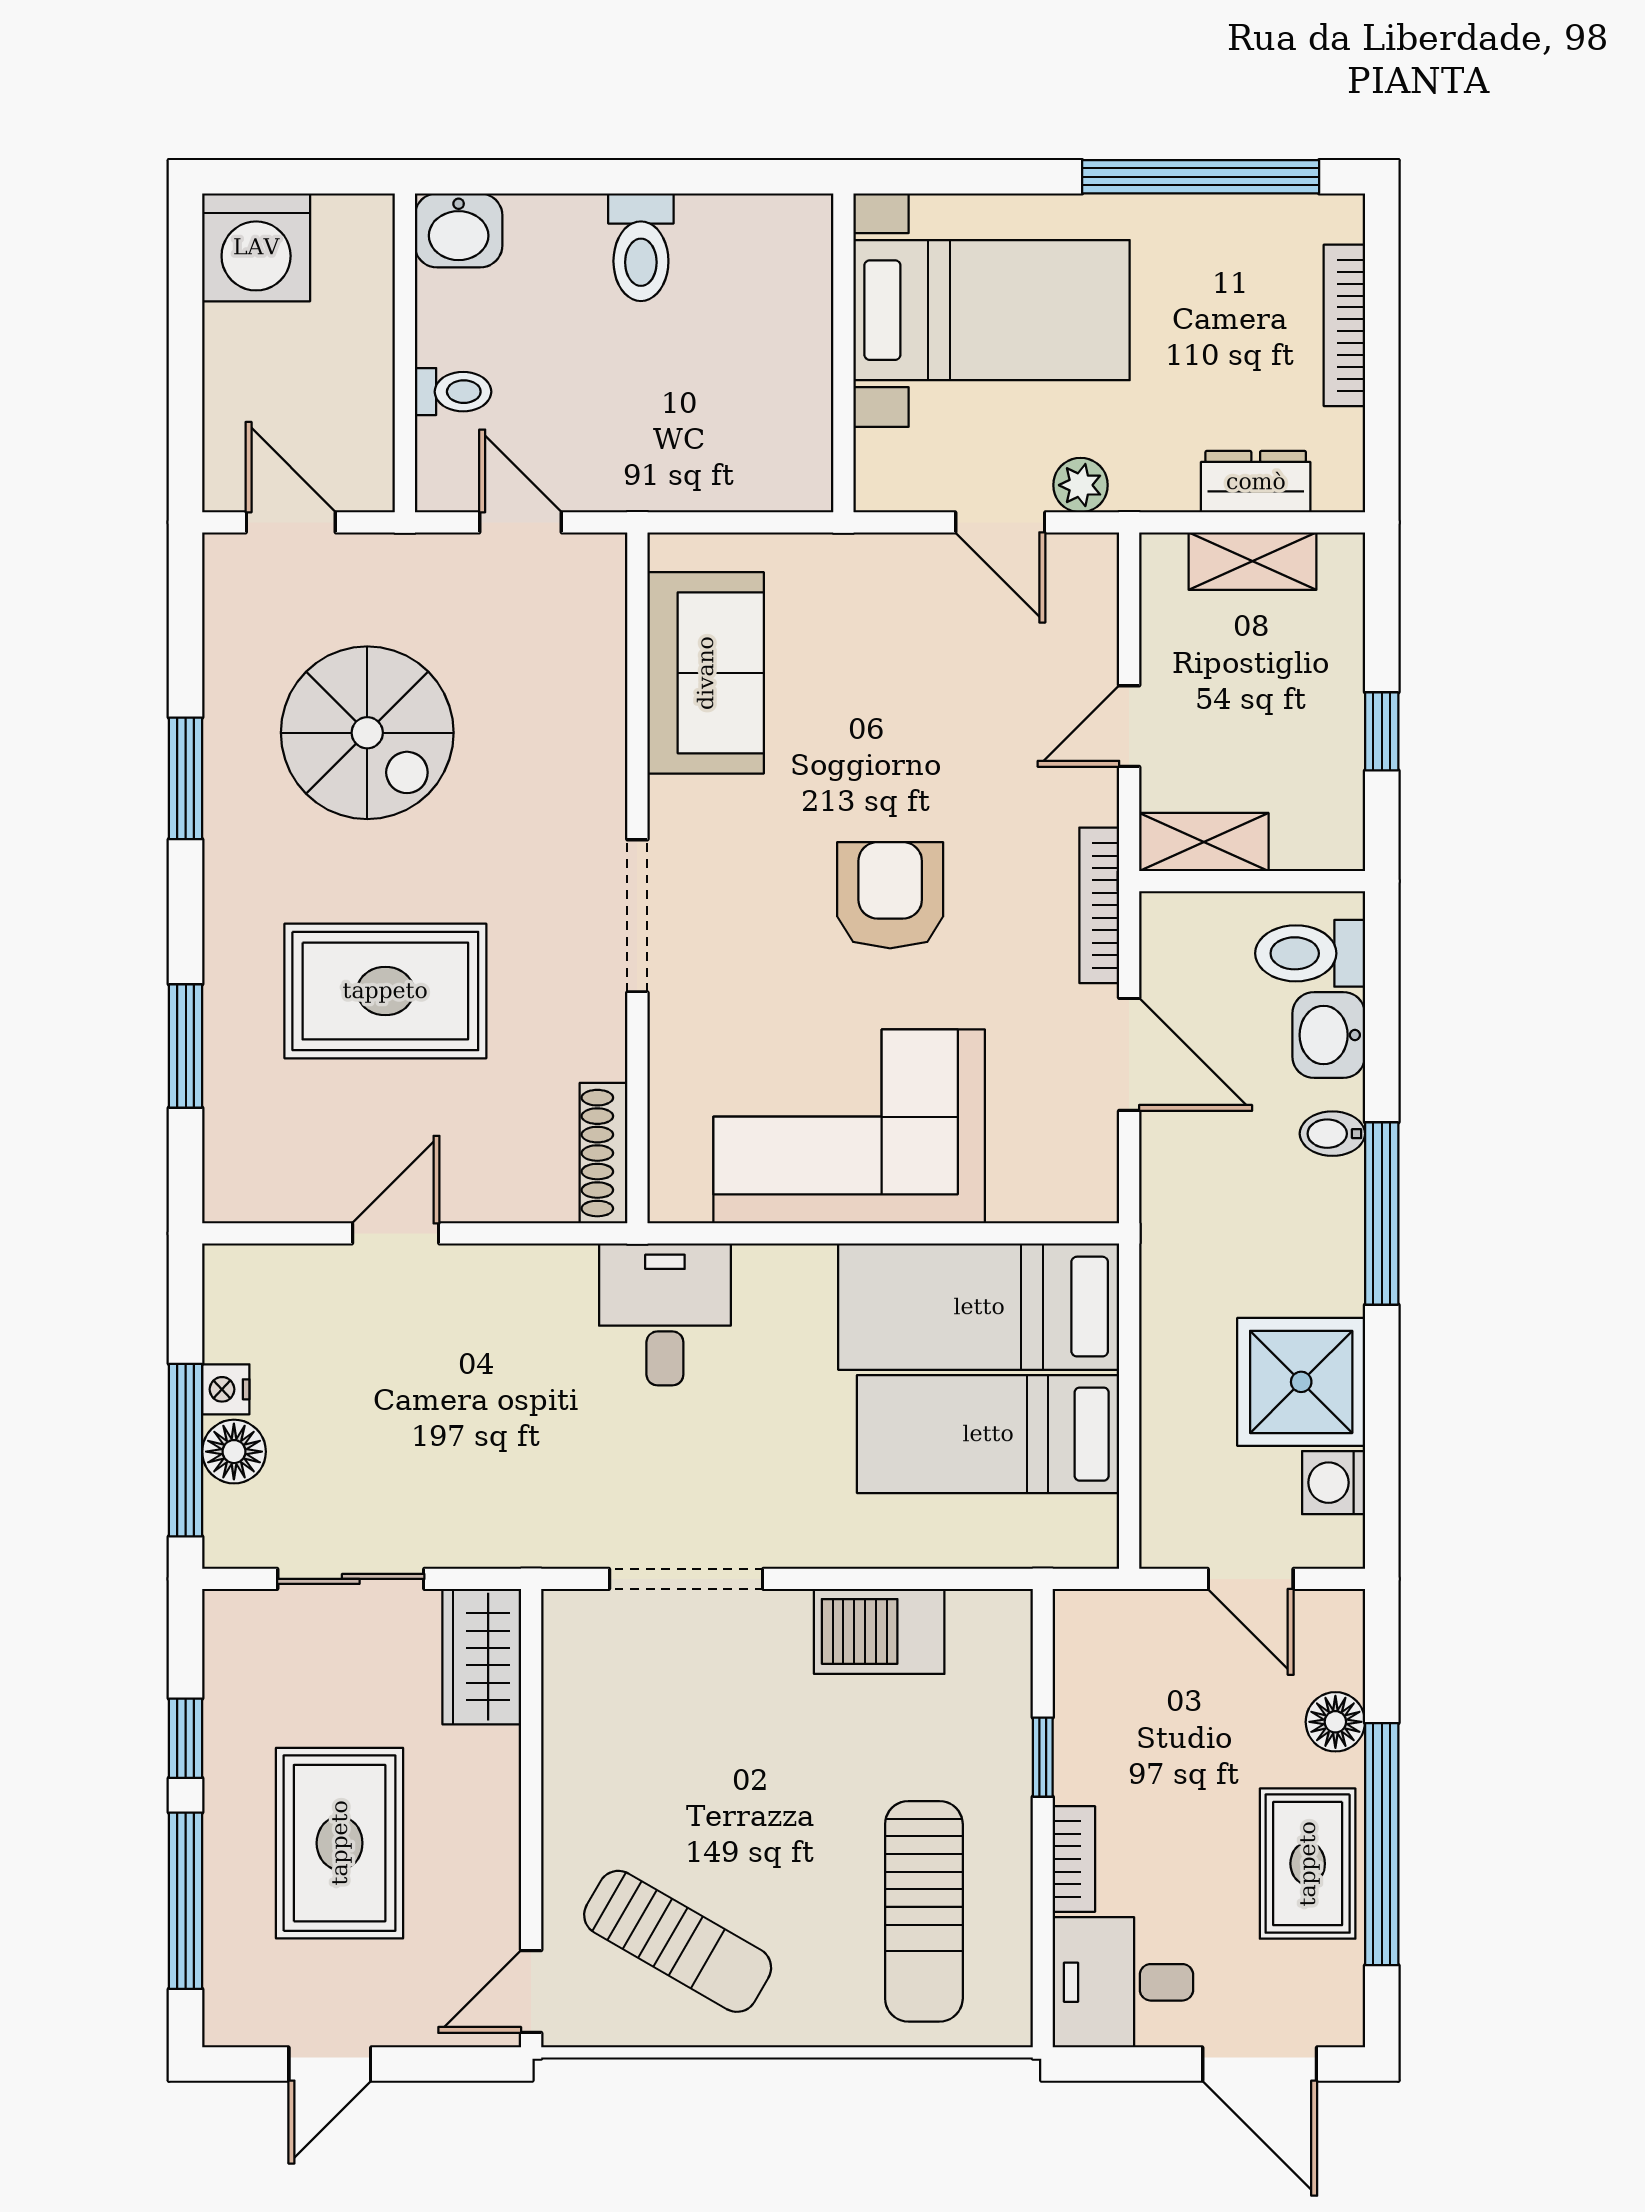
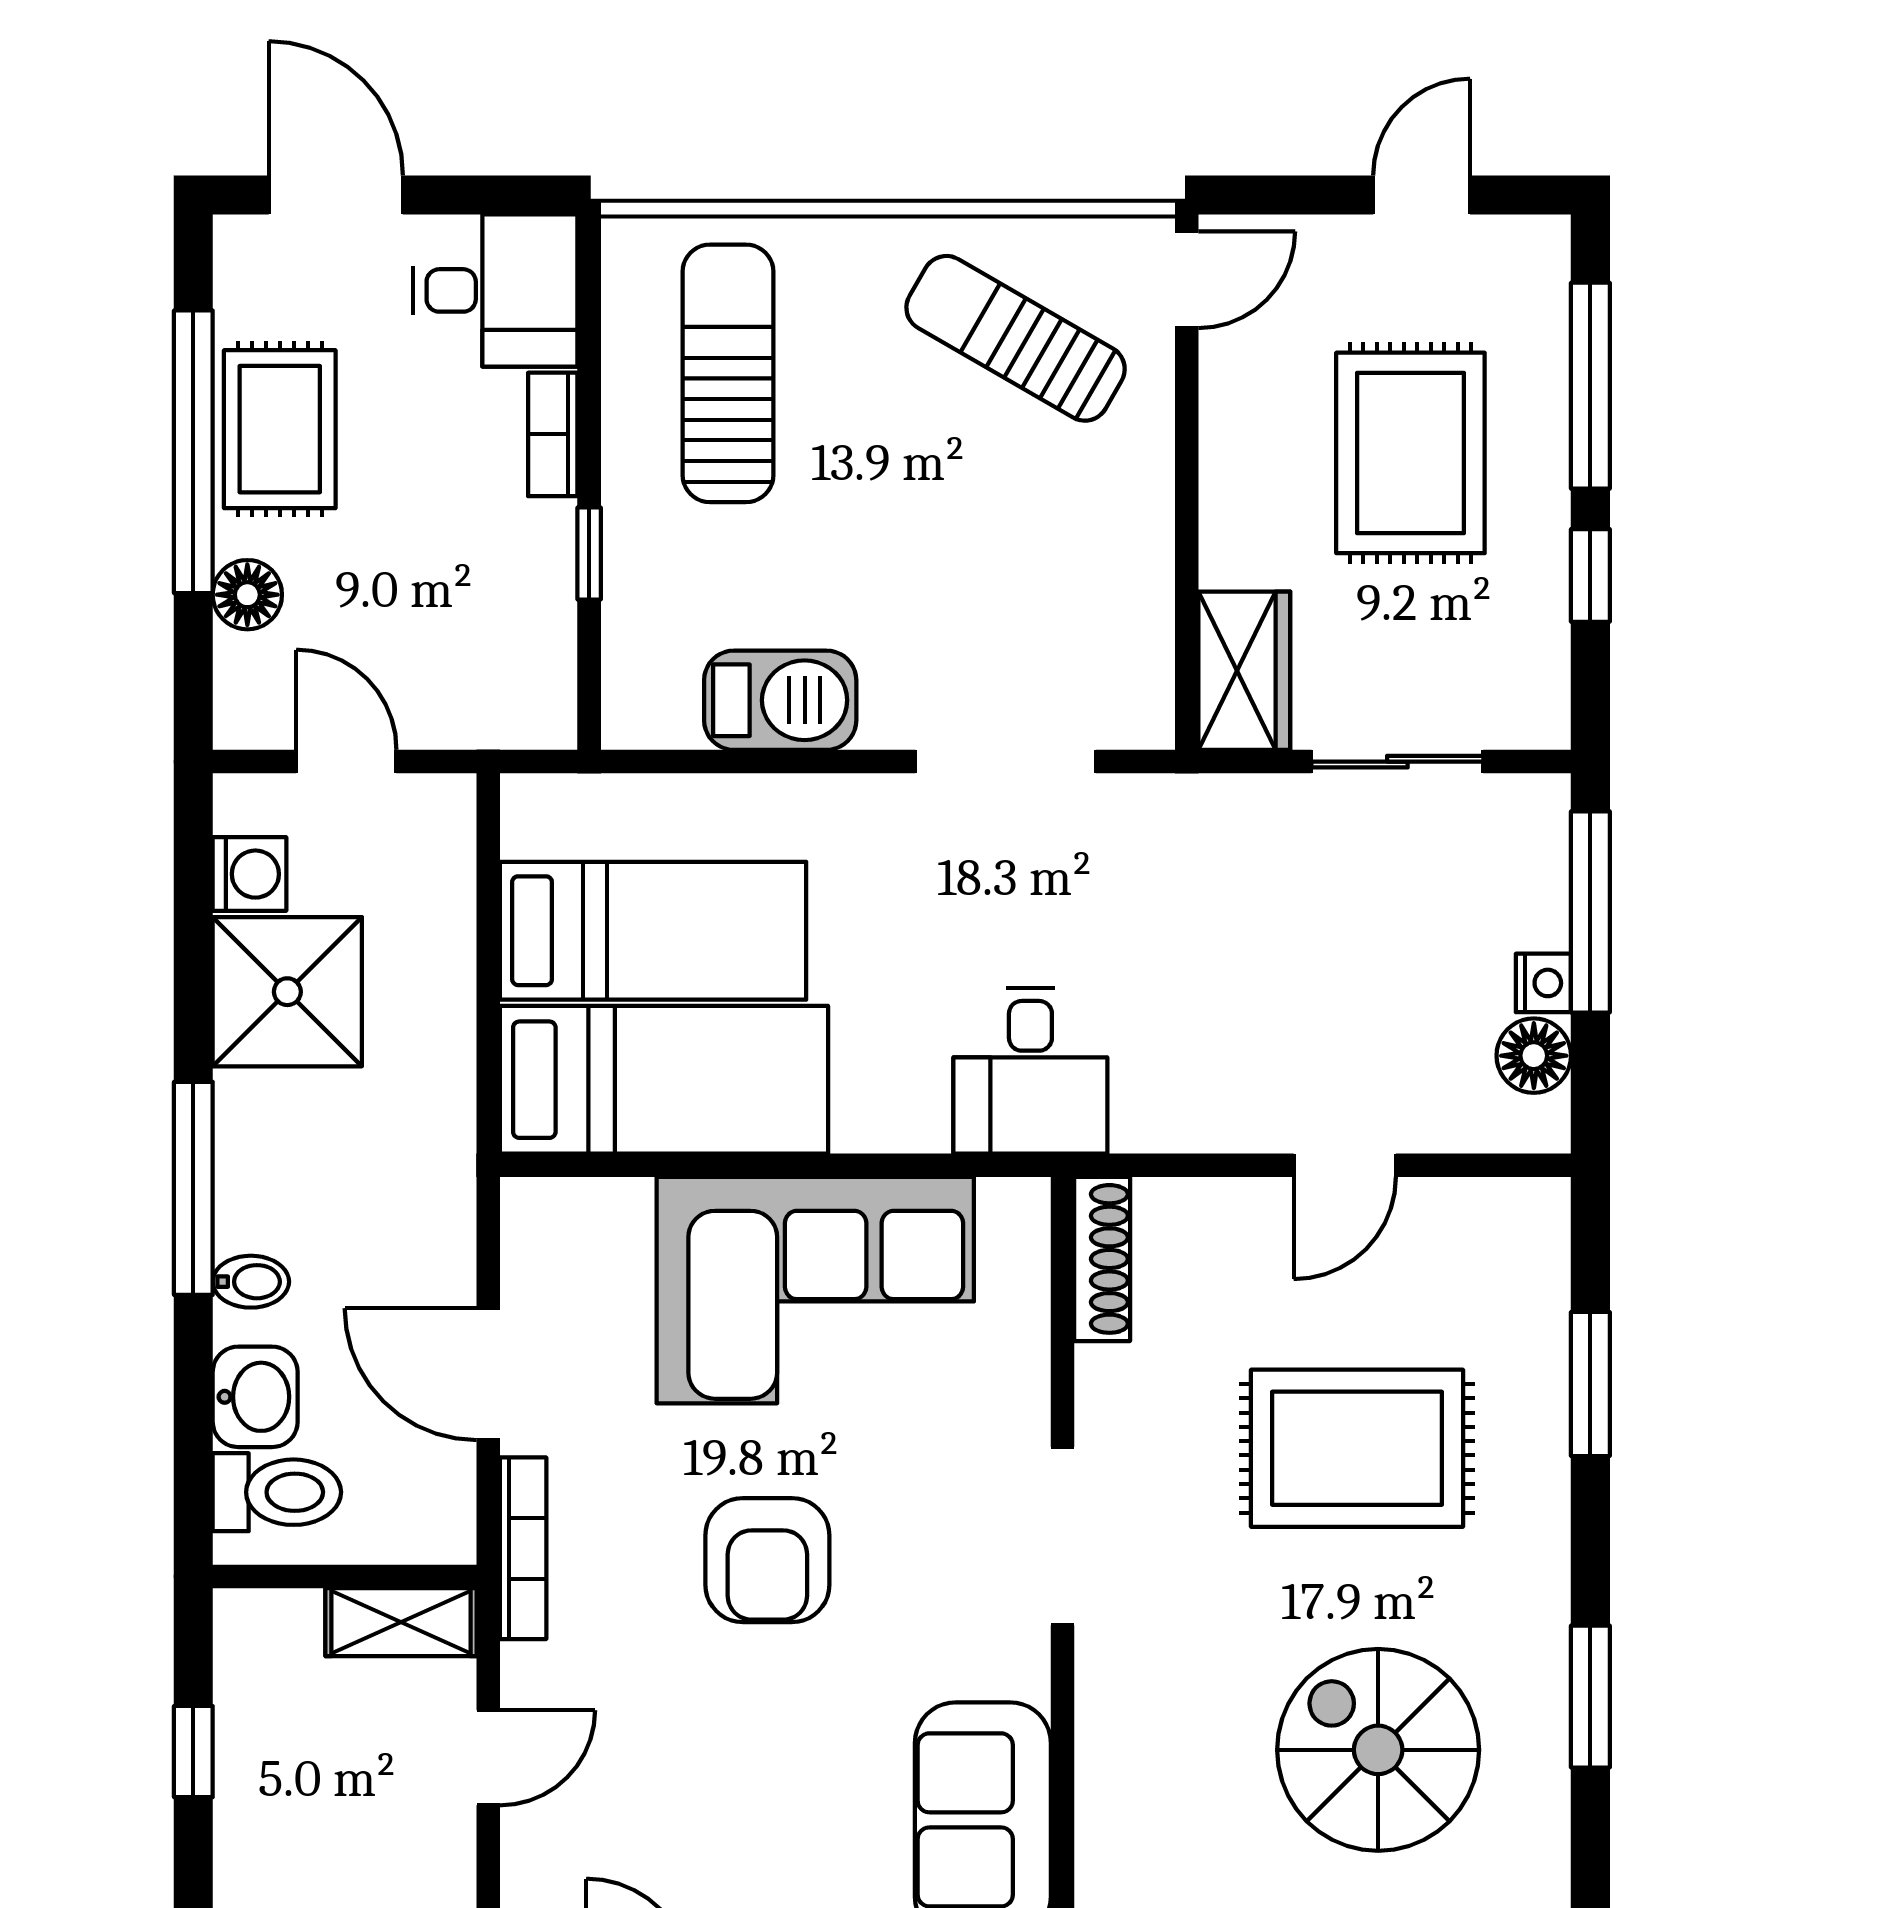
floor lamp: (234, 1452) -> (1534, 1056), moved

